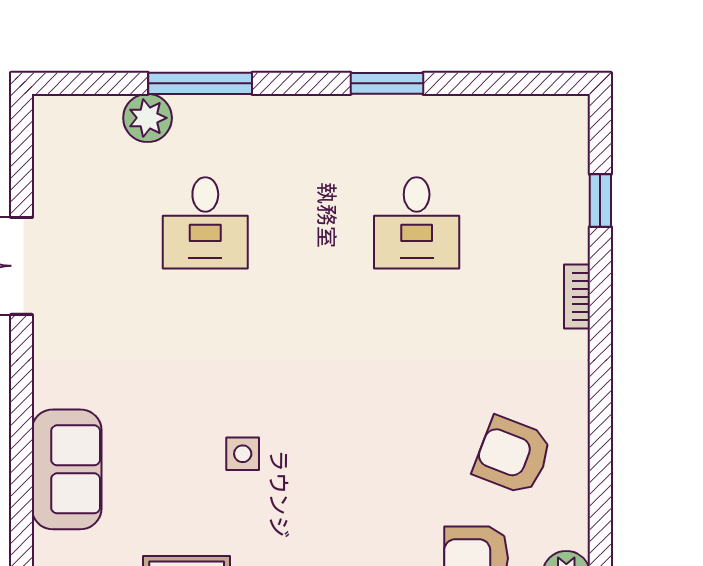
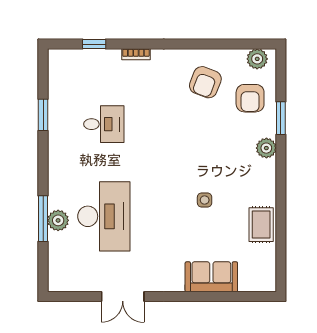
window: (387, 83) -> (43, 115), moved
plant: (148, 118) -> (58, 220), moved
desk: (205, 223) -> (104, 216), width x1.87, depth x1.30

